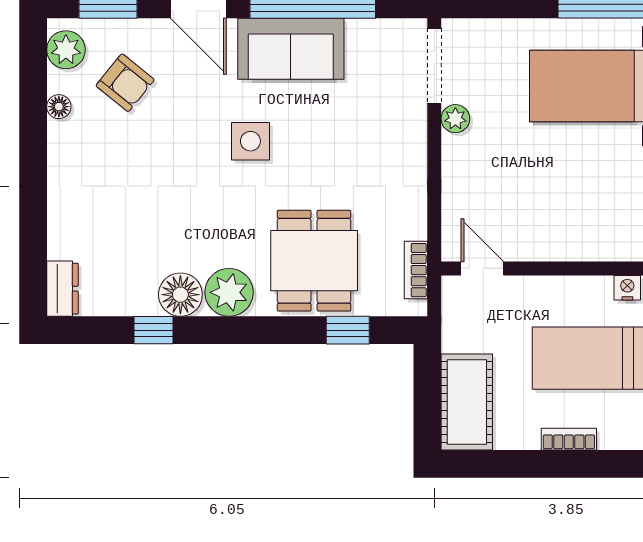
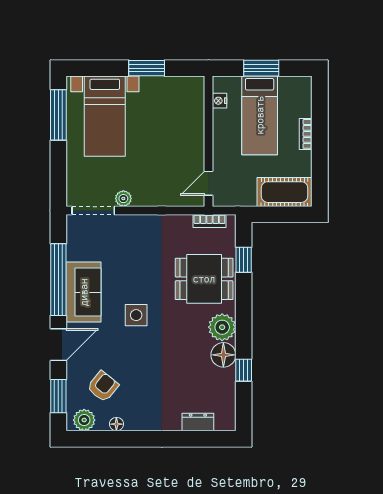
dresser: (62, 289) -> (198, 422), moved

